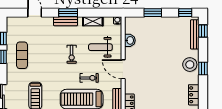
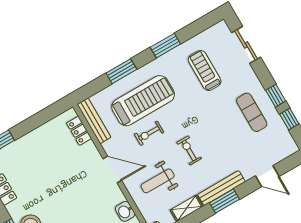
bench: (65, 21) -> (221, 188), width x1.36
weight bench: (100, 47) -> (158, 181), turned 180

